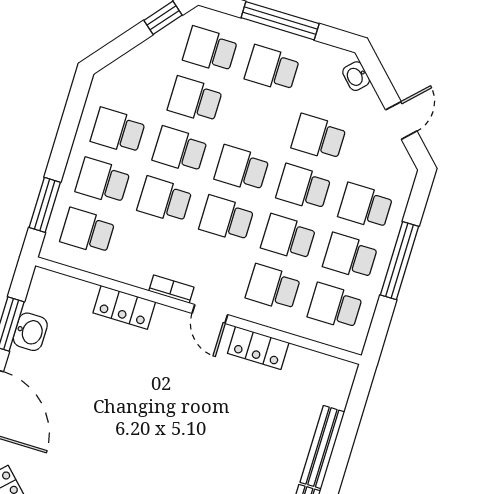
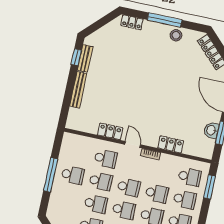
school desk: (365, 206) -> (68, 198), removed
school desk: (335, 306) -> (78, 152), removed

